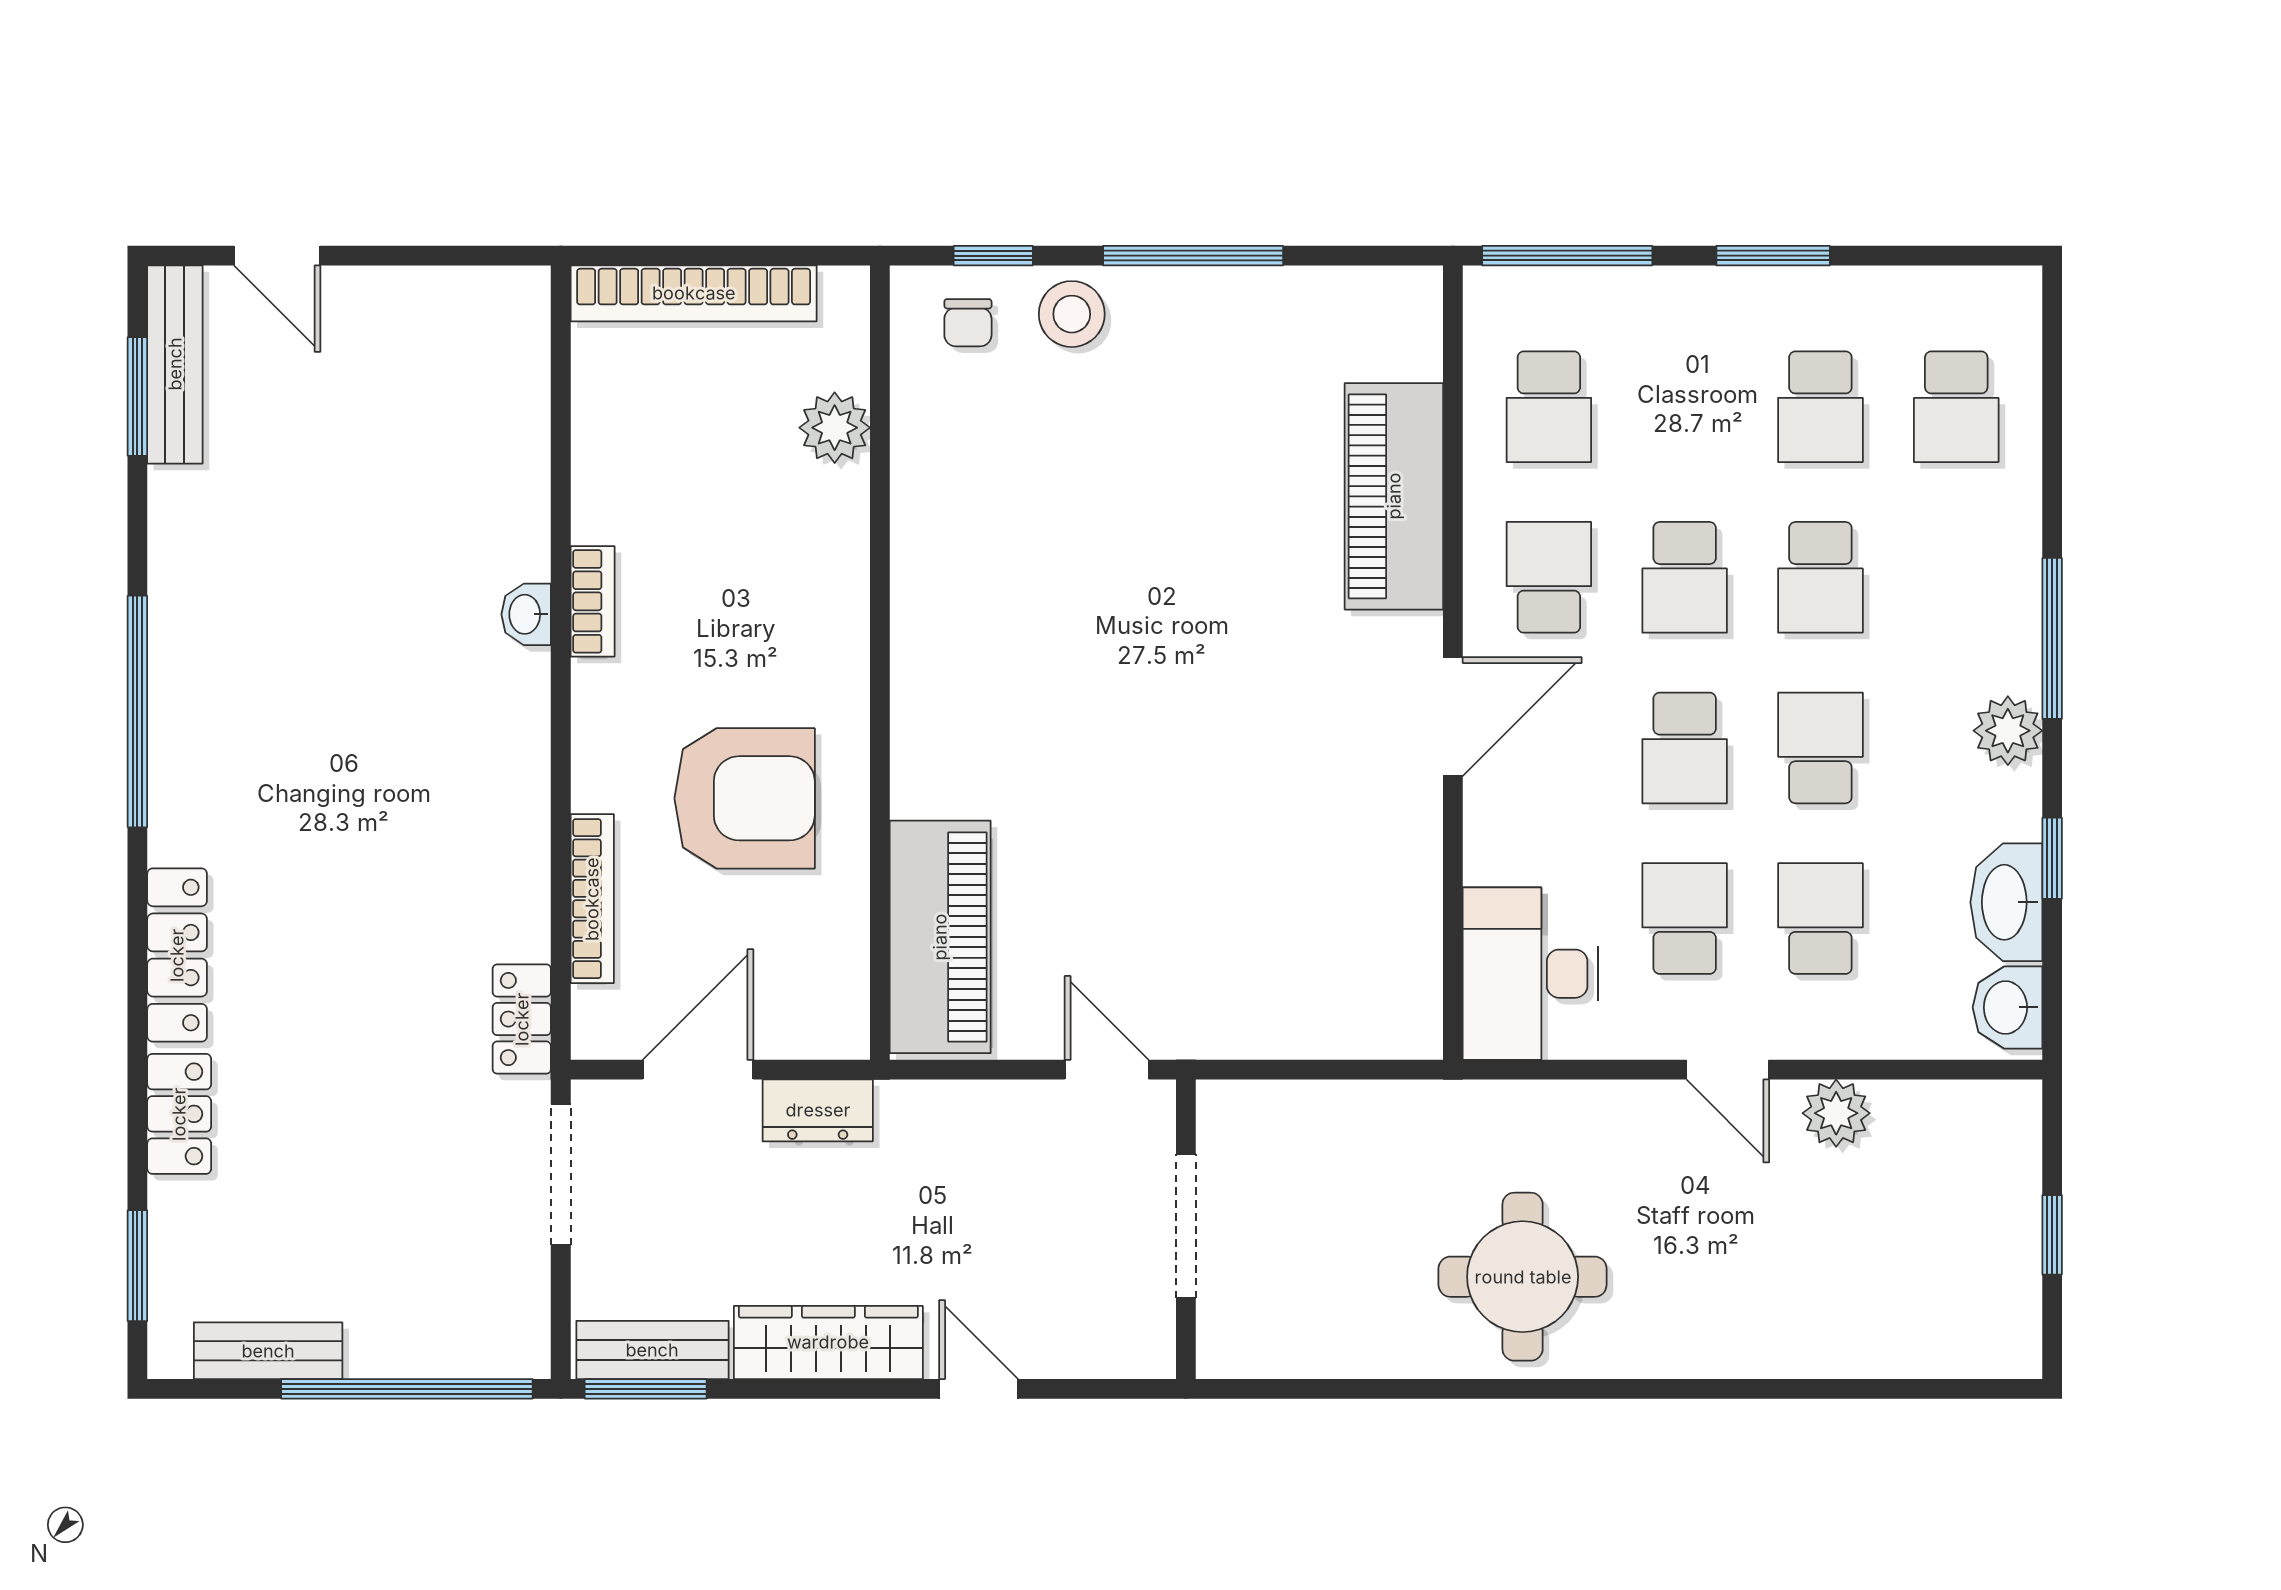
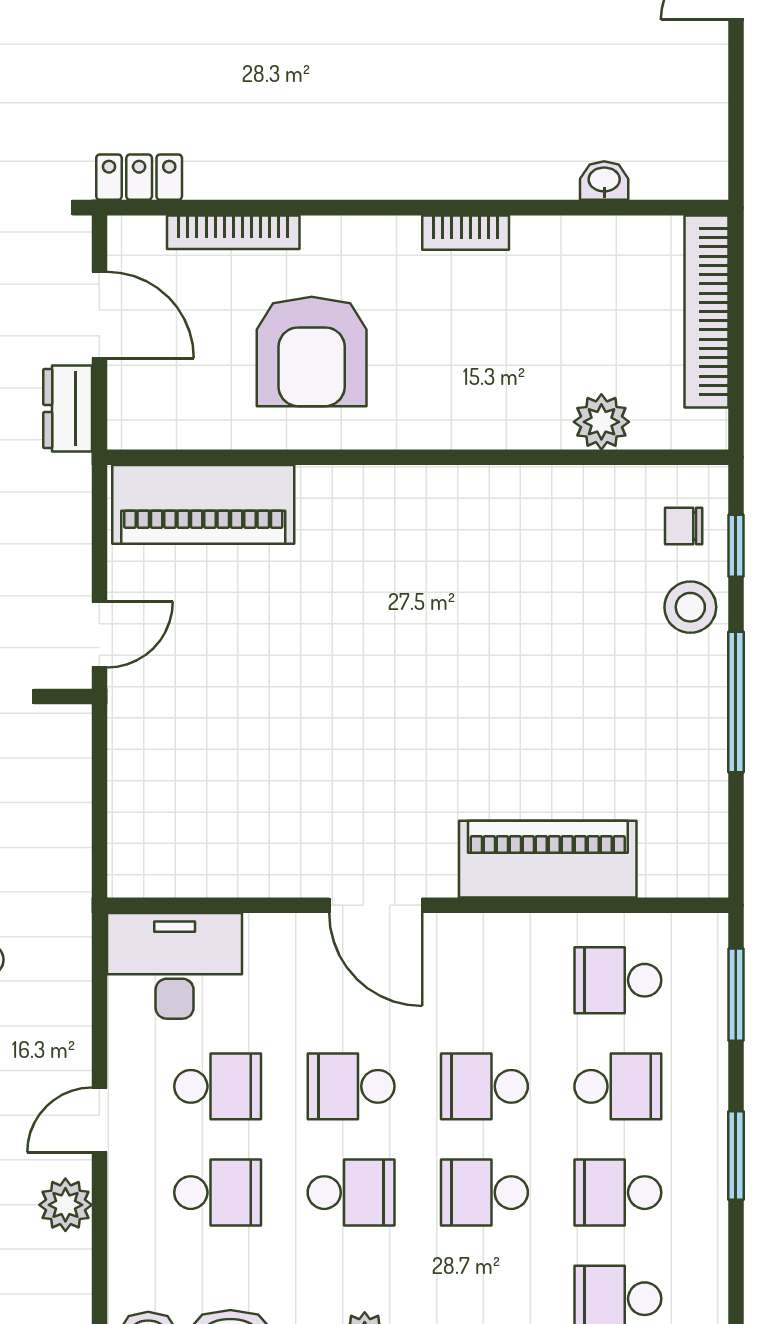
window: (1567, 256) -> (736, 995), width x0.69
school desk: (1549, 577) -> (618, 1086), moved
washbasin: (526, 614) -> (604, 181), moved

